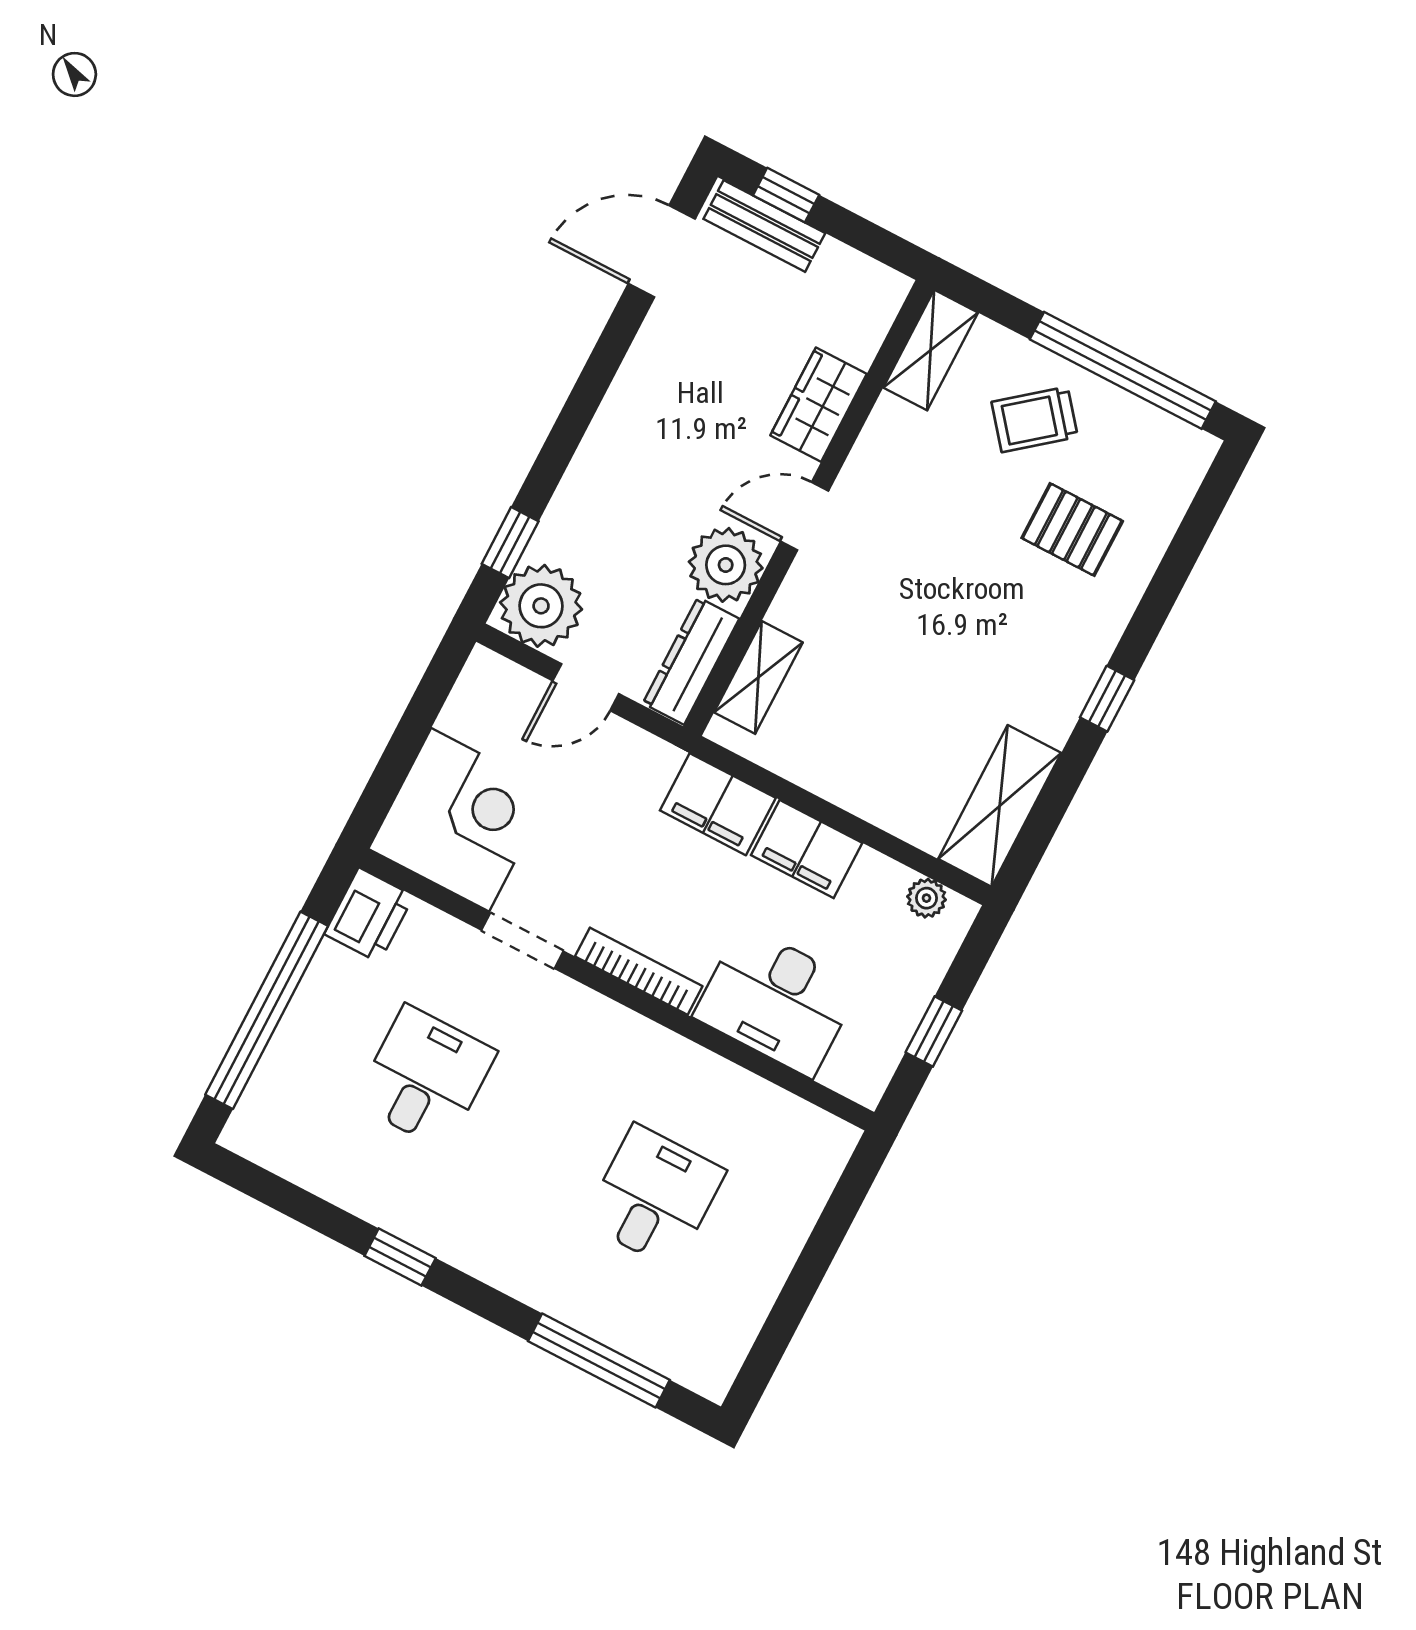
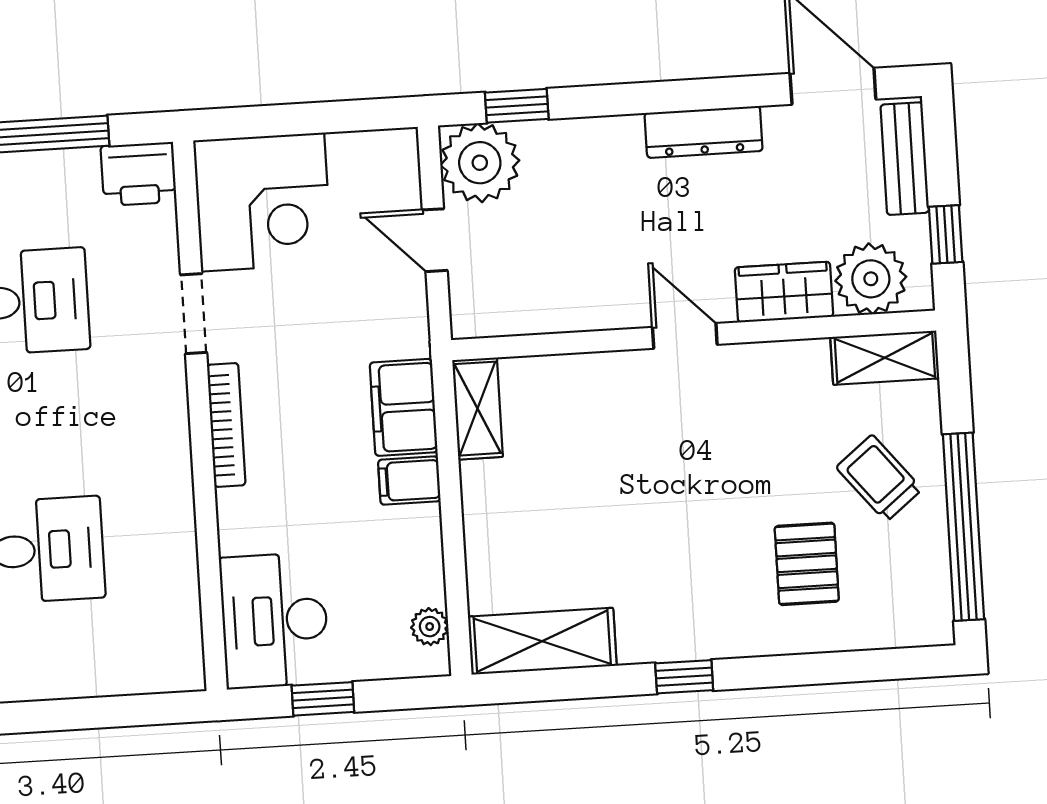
window: (786, 195) -> (946, 234), moved
plant: (726, 565) -> (871, 279), moved
dresser: (691, 661) -> (704, 132), moved, turned 180
shelving: (758, 677) -> (478, 409), moved, turned 90
filing cabinet: (807, 849) -> (409, 481), width x0.50
desk: (777, 1001) -> (274, 621), moved

